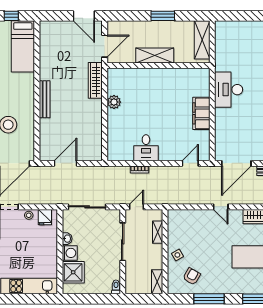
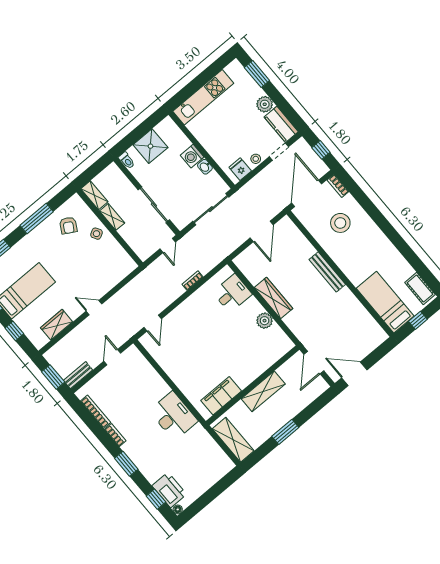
wardrobe: (95, 80) -> (273, 298), moved
filing cabinet: (201, 113) -> (221, 396), moved, turned -90
desk: (146, 148) -> (232, 293), moved, turned 90
door: (236, 163) -> (112, 357), width x0.53
shelving: (158, 232) -> (112, 217), moved
shower: (73, 272) -> (150, 146), moved

